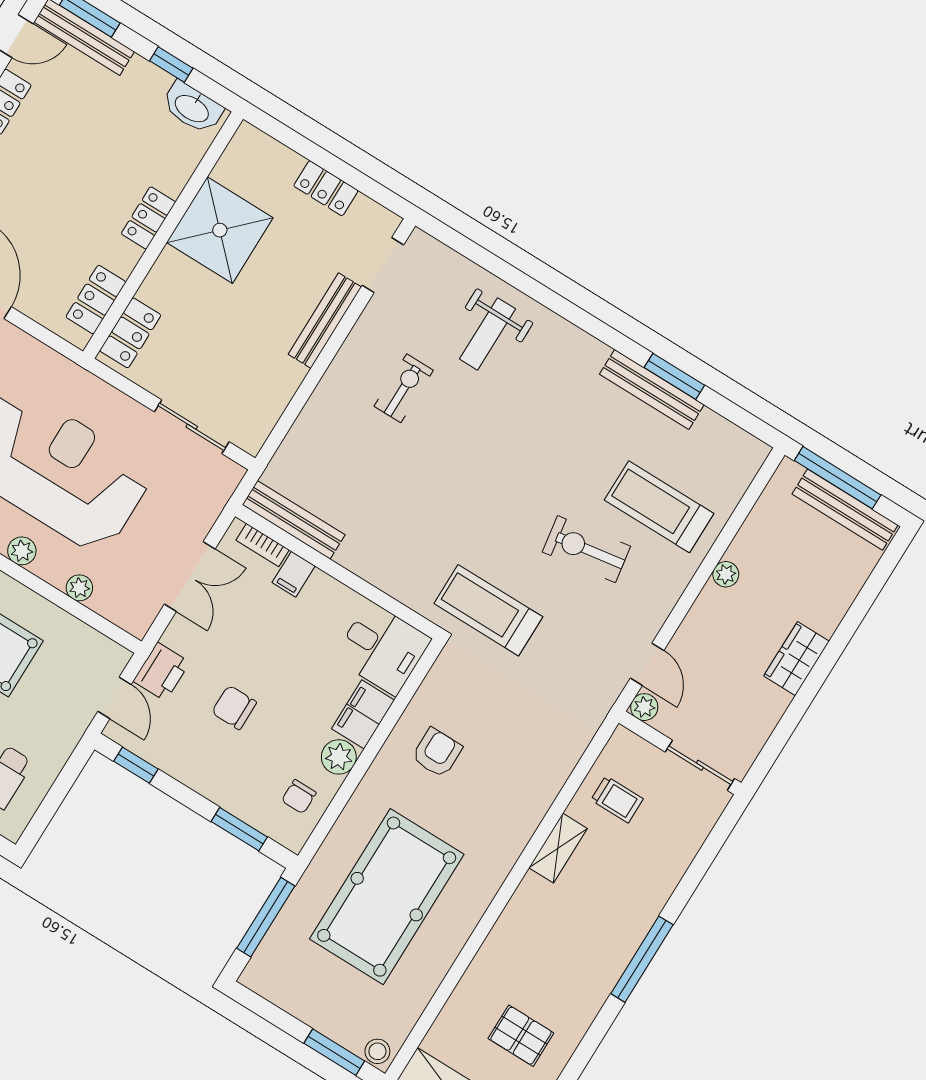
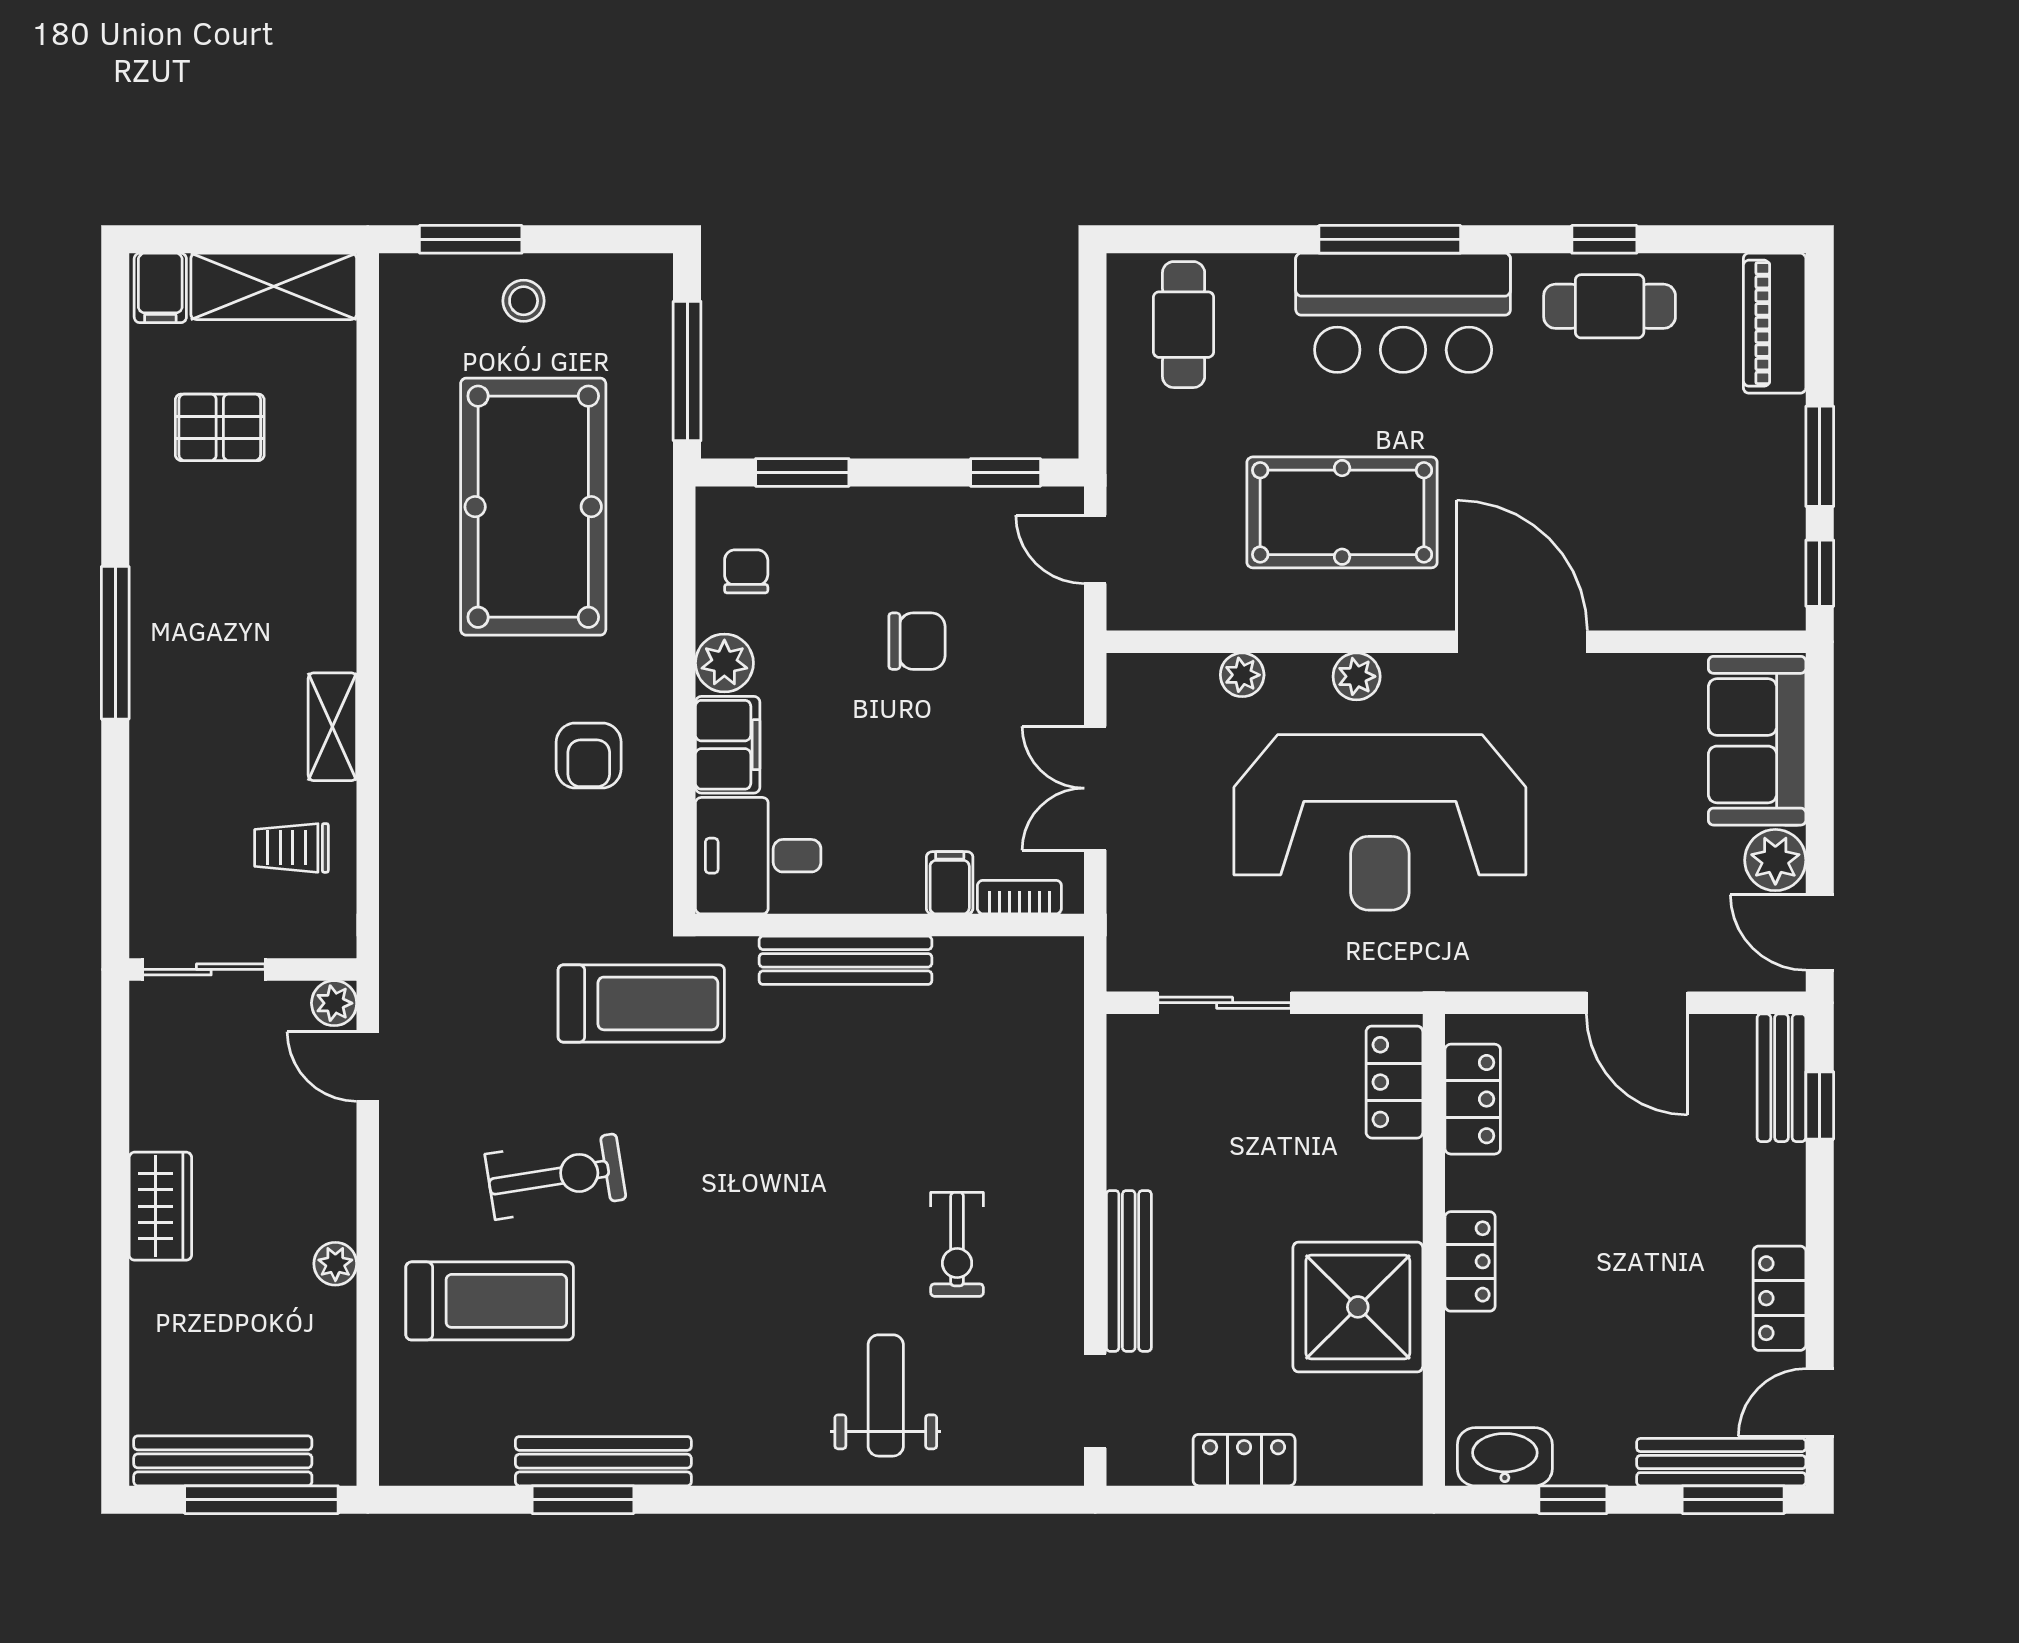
bench: (294, 520) -> (845, 960), moved
printer: (161, 672) -> (1052, 628), removed
stool: (377, 1051) -> (524, 301), moved

